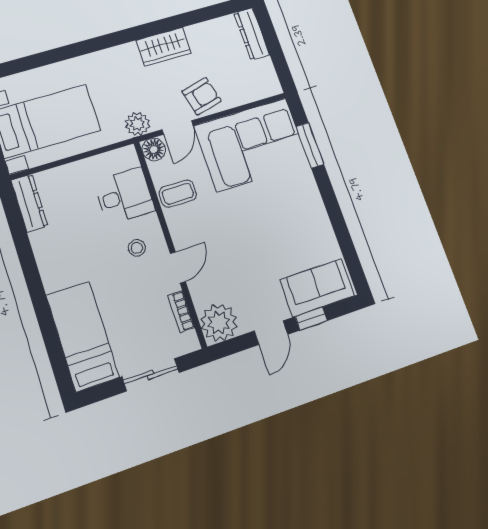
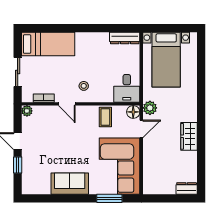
dresser: (252, 34) -> (187, 188), width x0.70
armchair: (202, 96) -> (155, 148), removed
door: (178, 127) -> (141, 129), swing flipped
desk: (124, 196) -> (127, 88), moved
sofa: (317, 288) -> (70, 184), moved, turned -90
plant: (219, 323) -> (27, 111), width x0.53, depth x0.53

